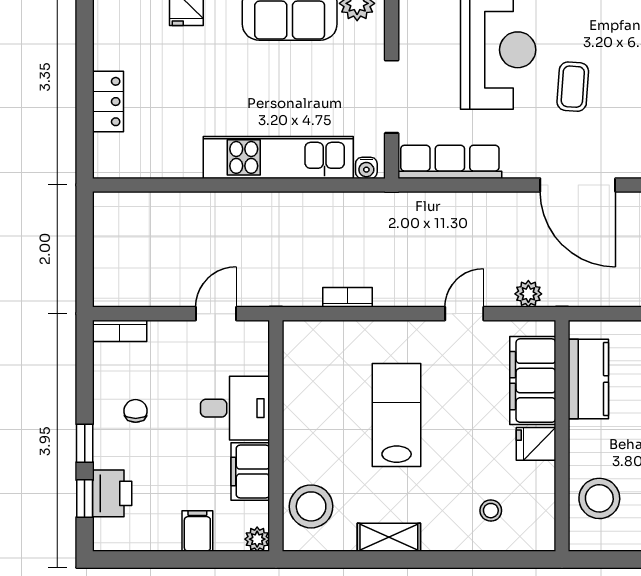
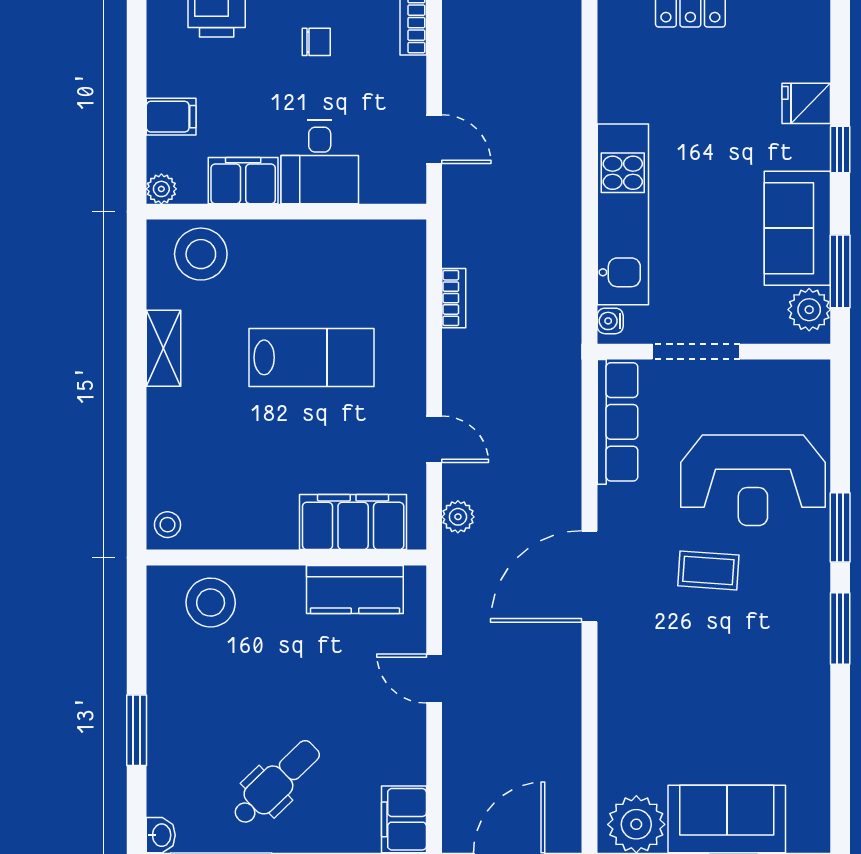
fridge: (536, 444) -> (277, 526), removed
stool: (491, 511) -> (168, 525), moved

